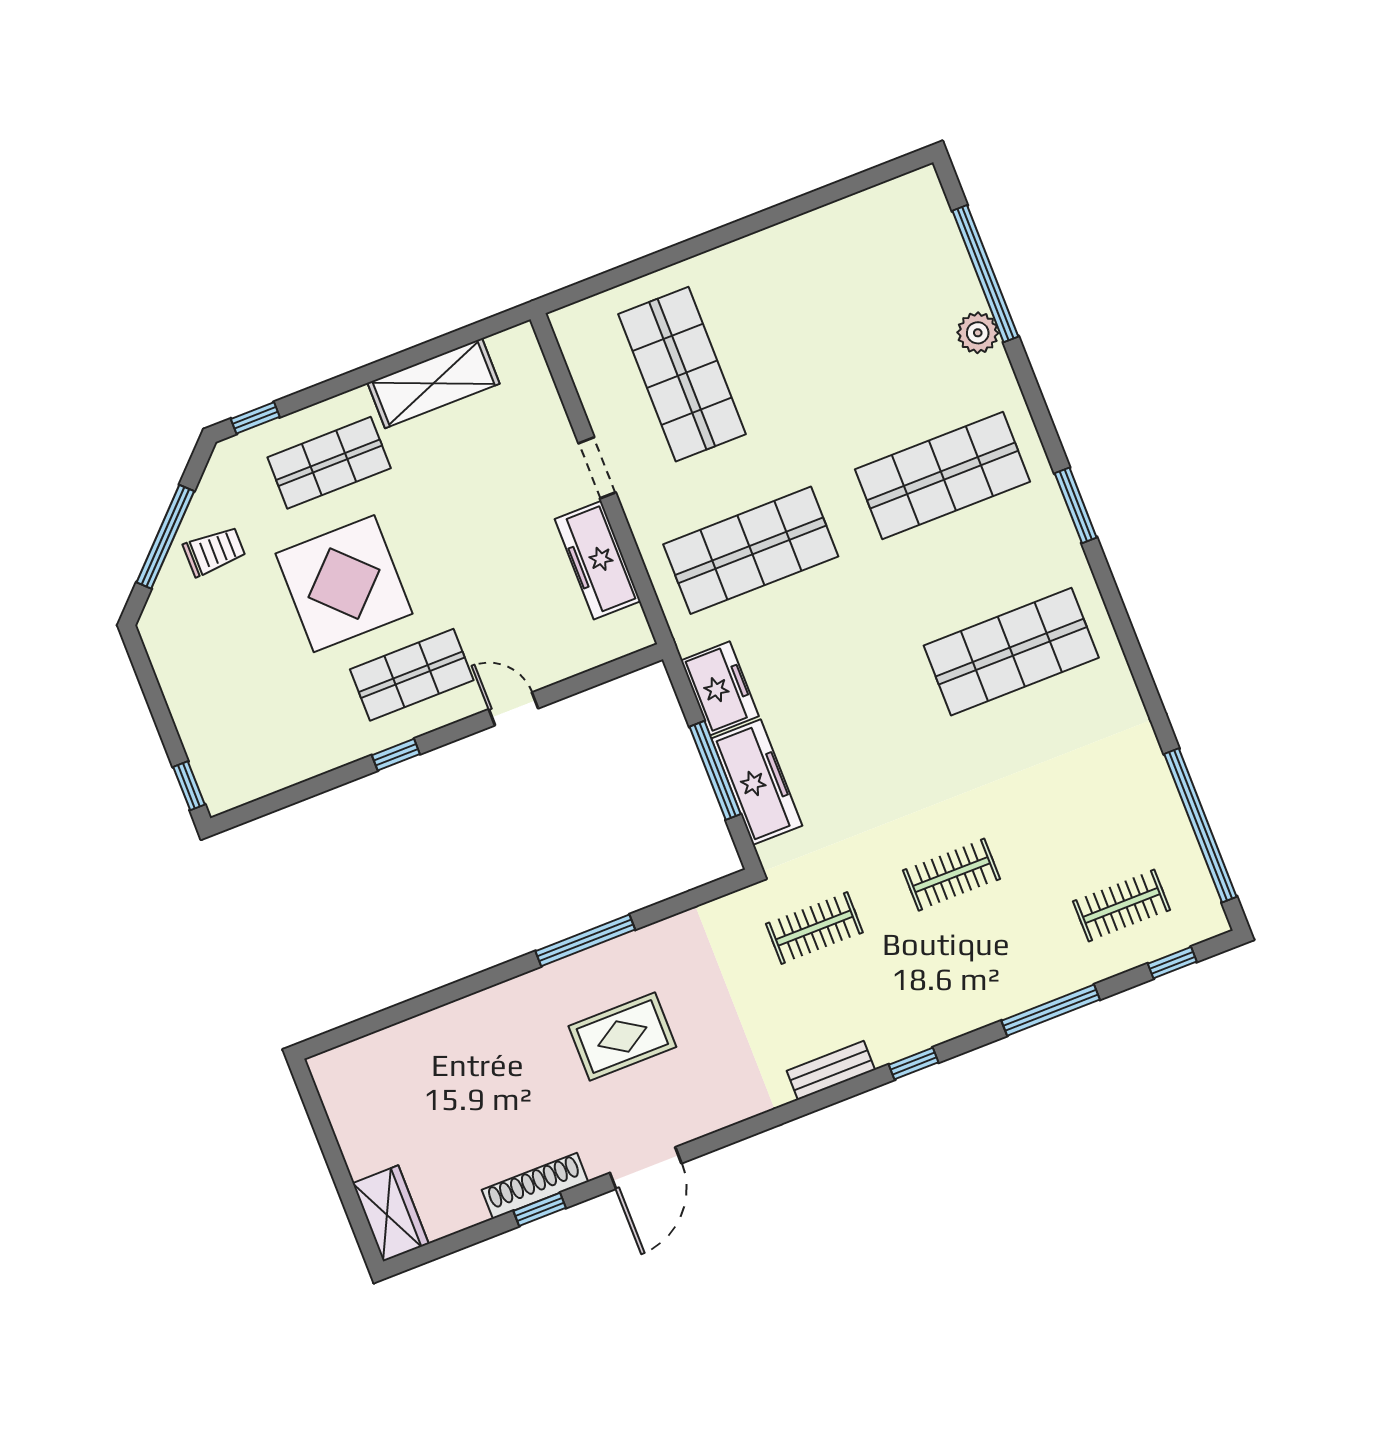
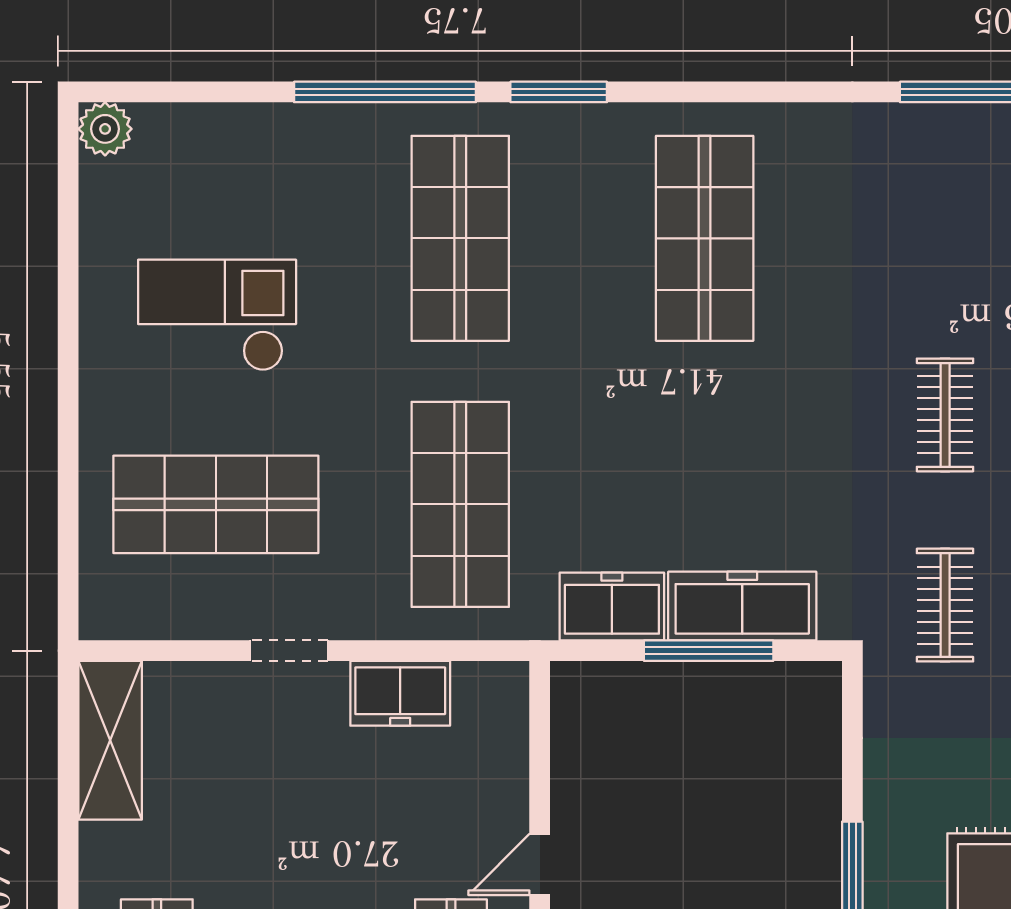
window: (985, 274) -> (385, 92), moved
checkout: (819, 322) -> (217, 315), added
plant: (978, 333) -> (105, 129), moved
shelving: (434, 383) -> (110, 740), moved
freezer: (598, 560) -> (400, 693), width x0.71

